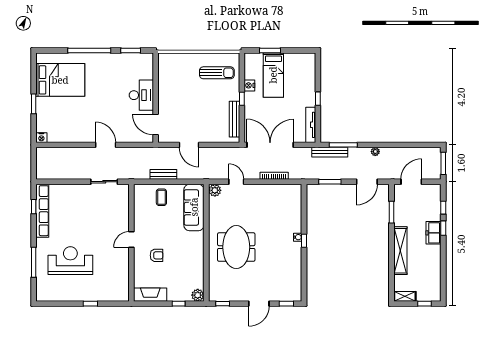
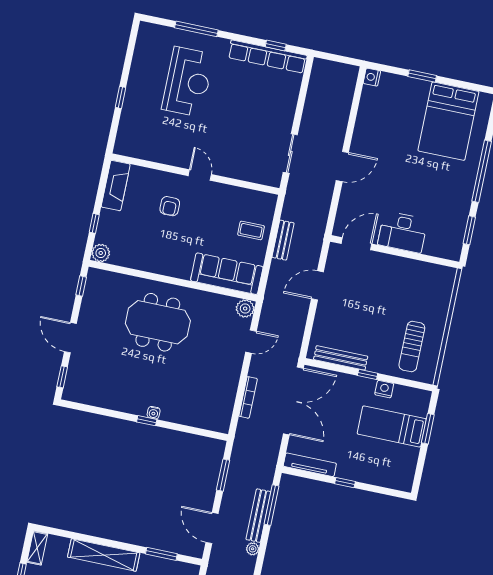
bench: (330, 152) -> (258, 516), moved

